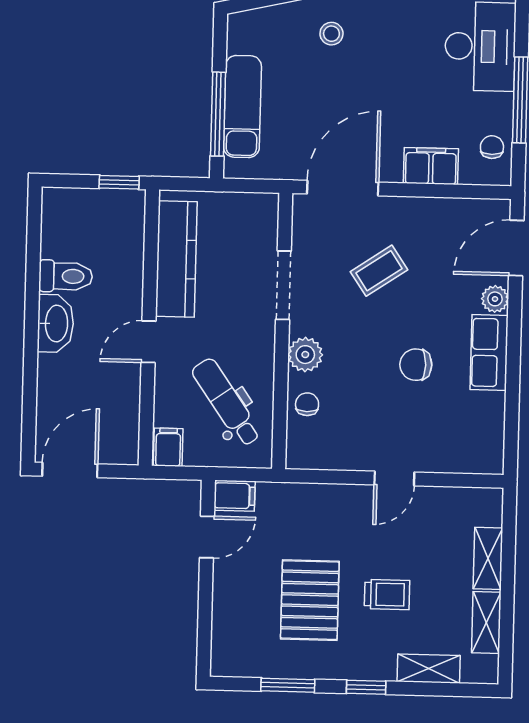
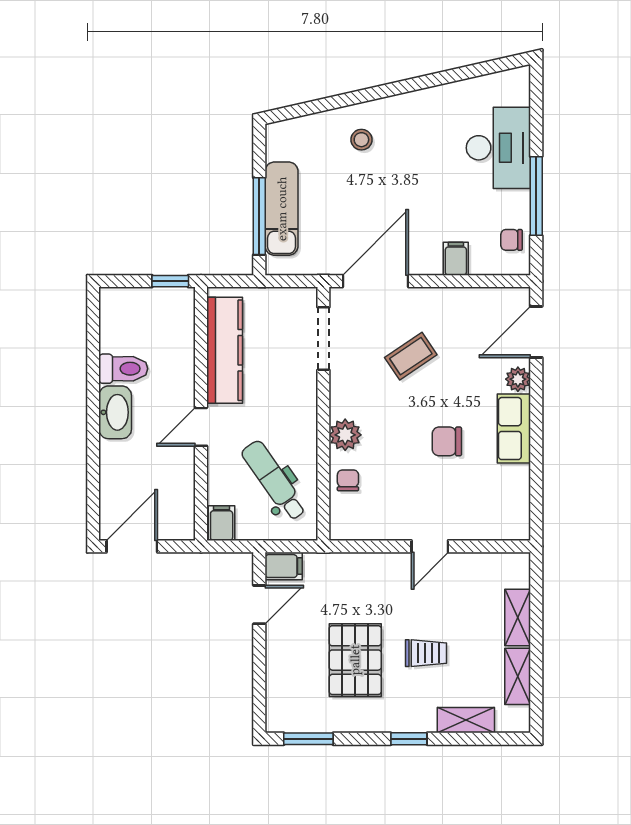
chair: (492, 147) -> (512, 240), turned -90
filing cabinet: (431, 166) -> (456, 259), width x0.50
doorway: (283, 285) -> (323, 339), moved
window: (288, 685) -> (308, 739), moved

